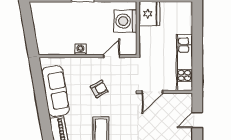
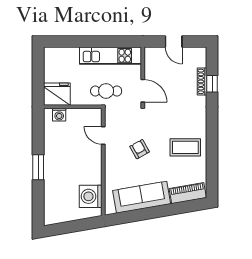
washing machine: (125, 21) -> (59, 115), width x0.53, depth x0.53
washing machine: (80, 49) -> (91, 196), moved, width x1.89, depth x1.89
cafe table: (152, 59) -> (106, 91), added

